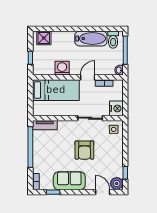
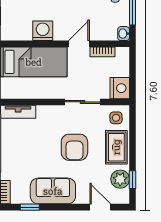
rug: (114, 150) -> (116, 147), added
plant: (117, 183) -> (120, 179), moved

